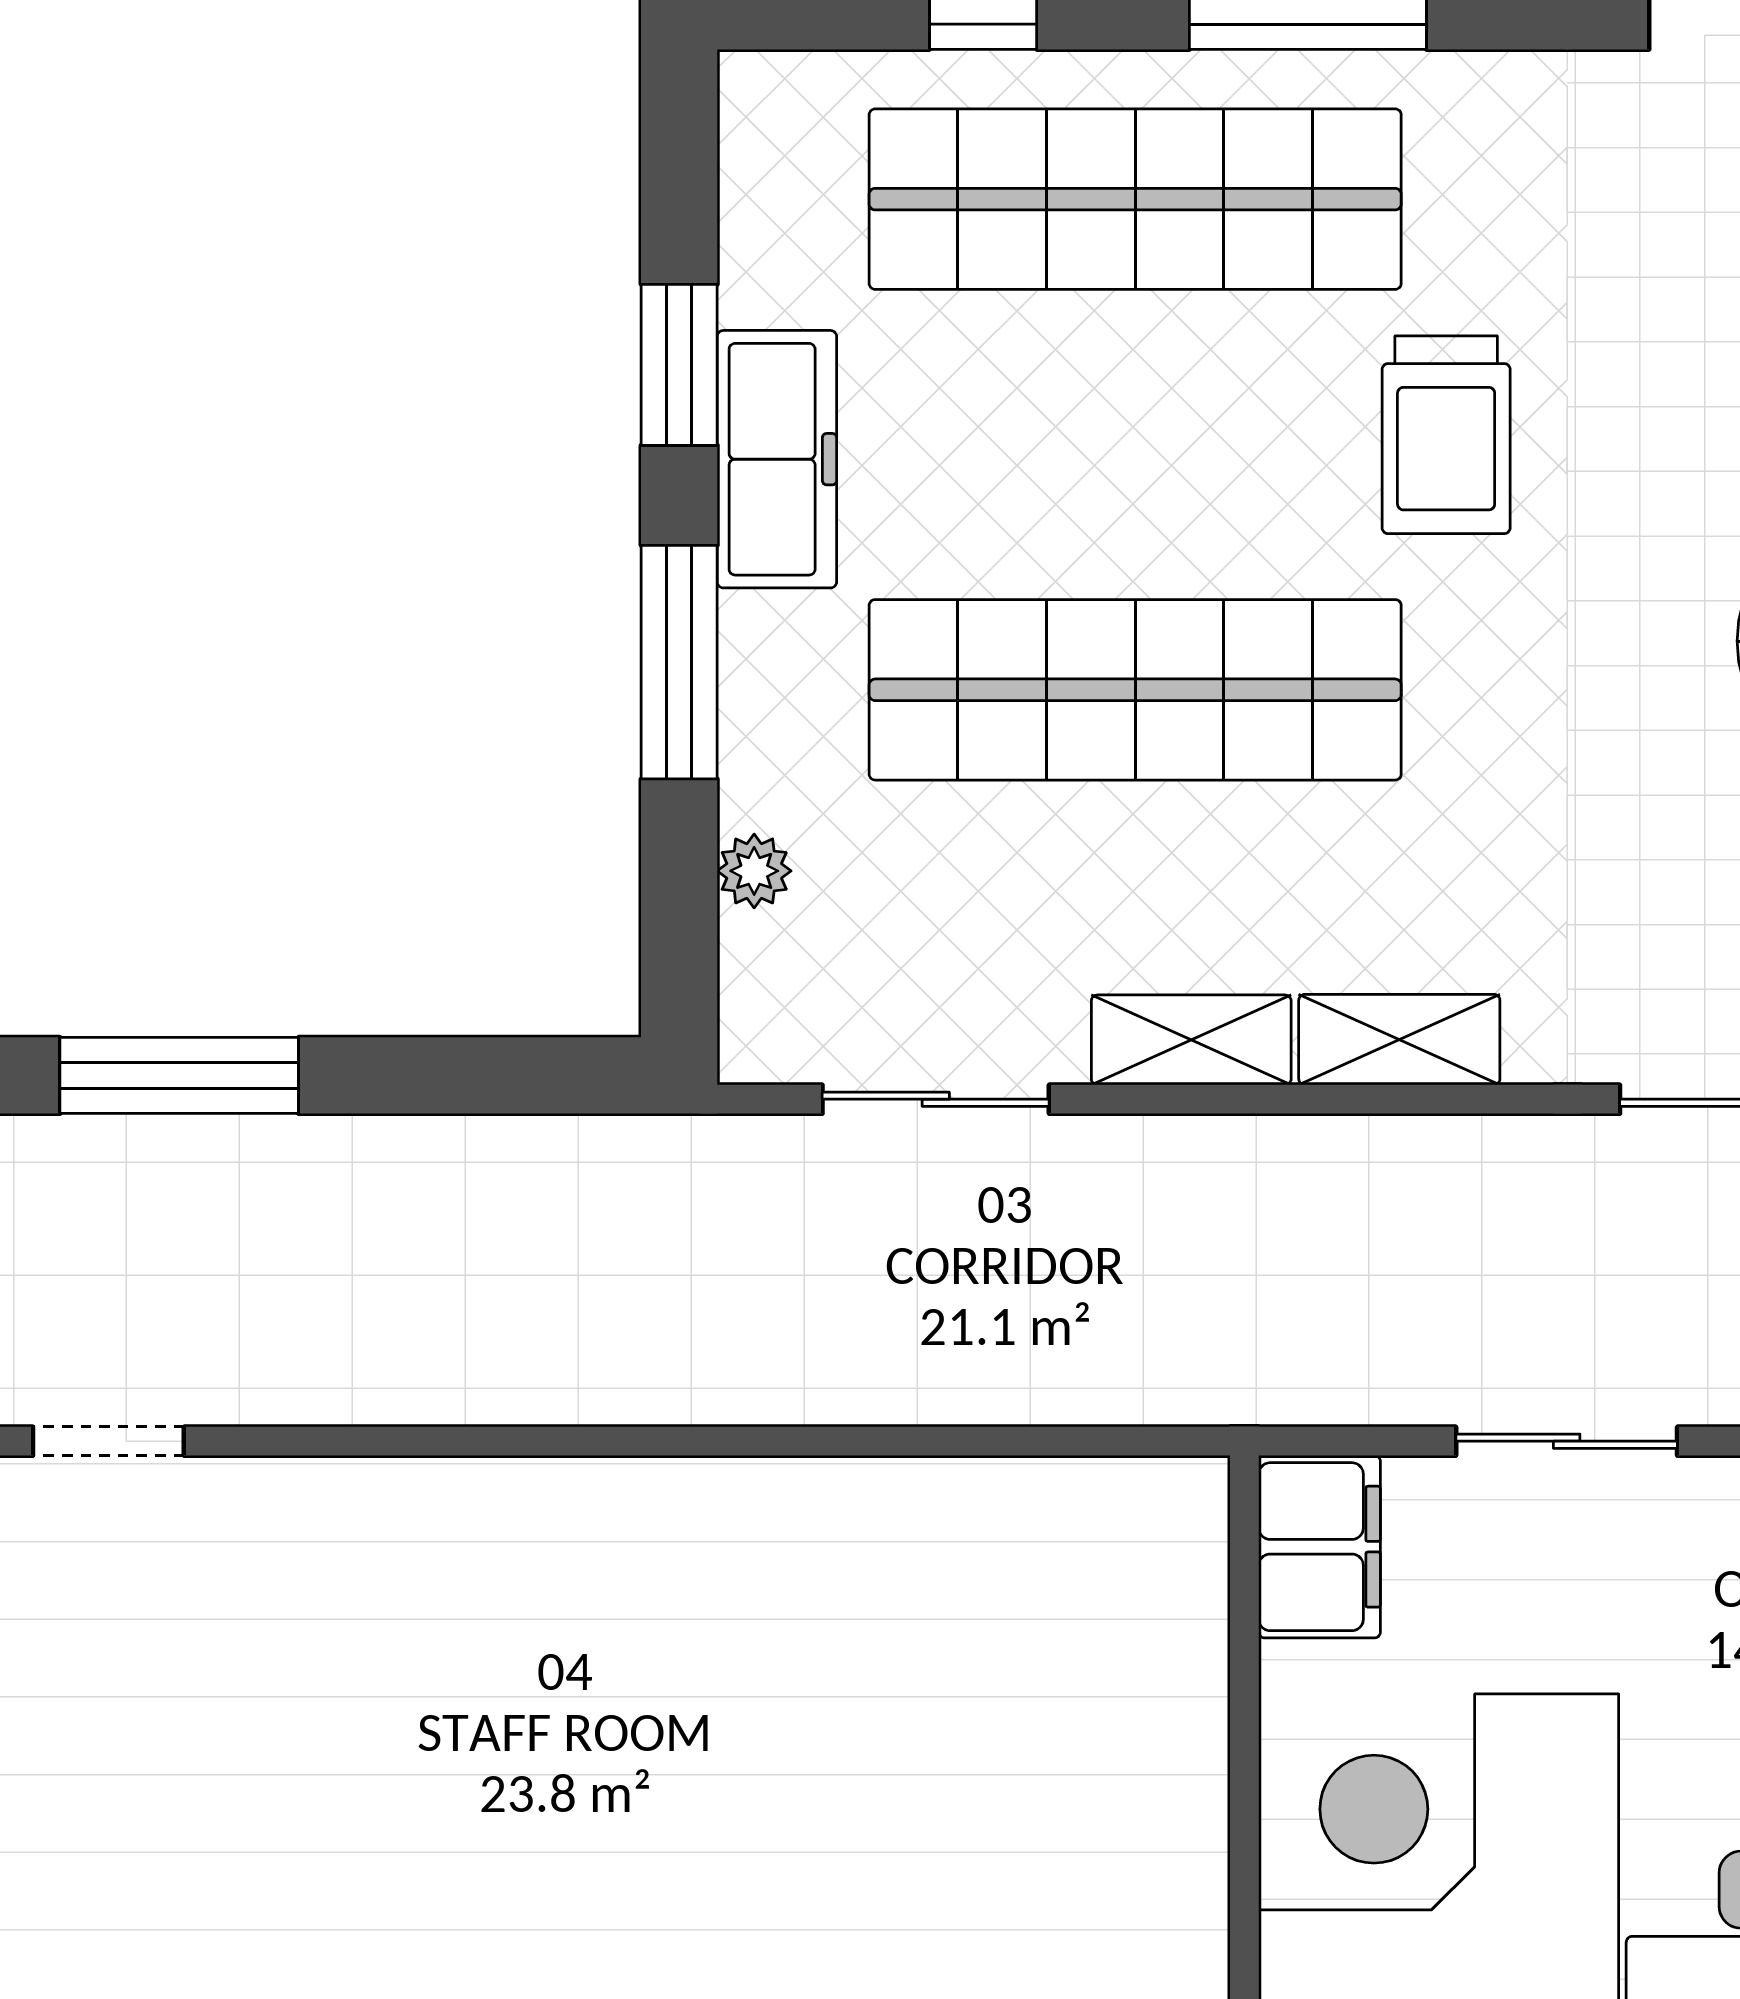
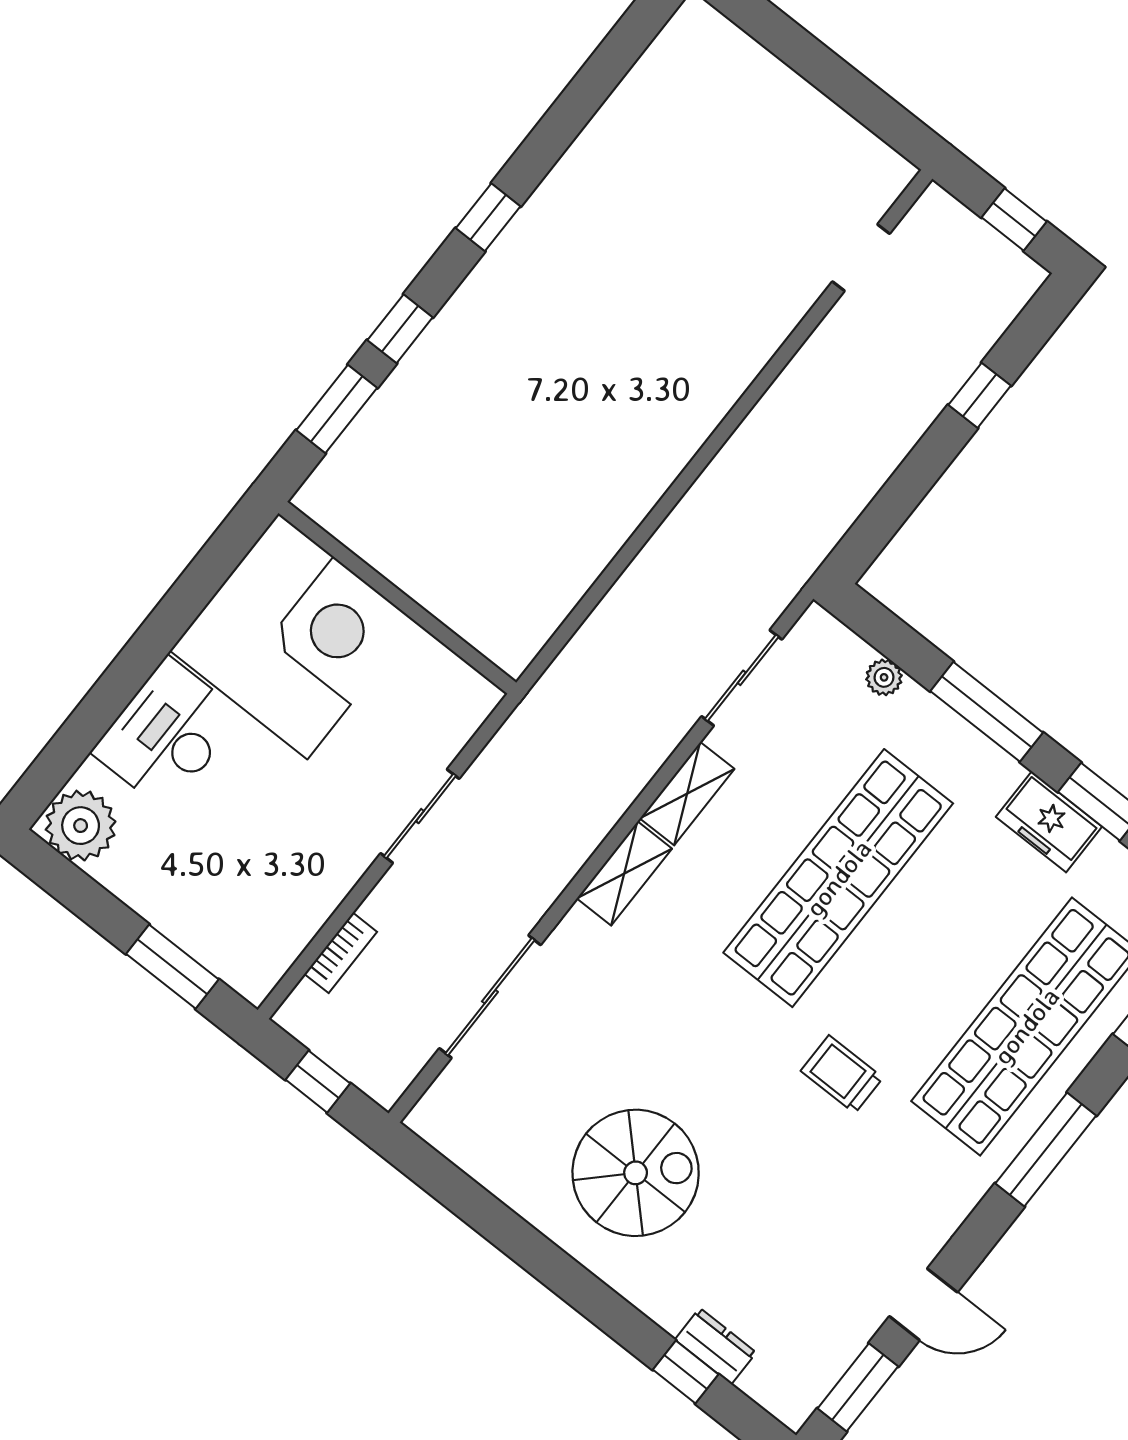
trolley: (1446, 435) -> (842, 1074), width x0.73, depth x0.72
freezer: (777, 459) -> (1049, 822), width x0.71
window: (179, 1075) -> (980, 395), width x0.46
filing cabinet: (1320, 1547) -> (454, 689), removed

